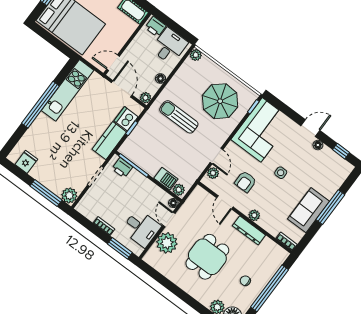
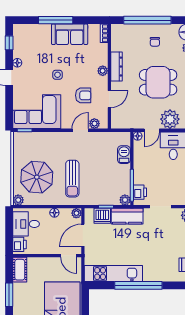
parasol: (220, 101) -> (37, 177), moved
plant: (179, 190) -> (125, 200), moved

